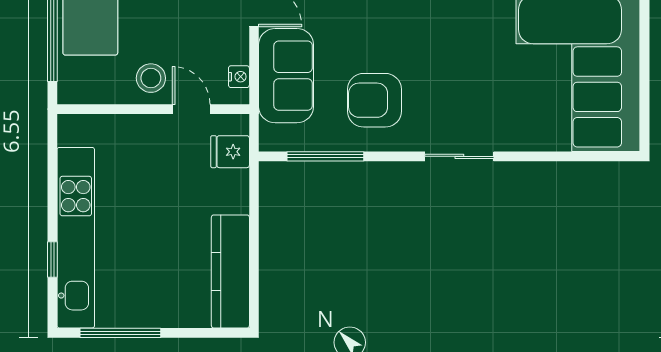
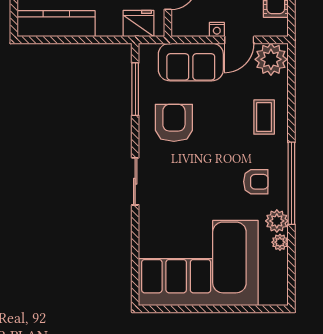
nightstand: (239, 77) -> (217, 30), moved
fridge: (230, 152) -> (138, 23), width x1.38

